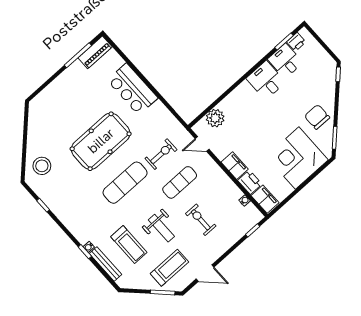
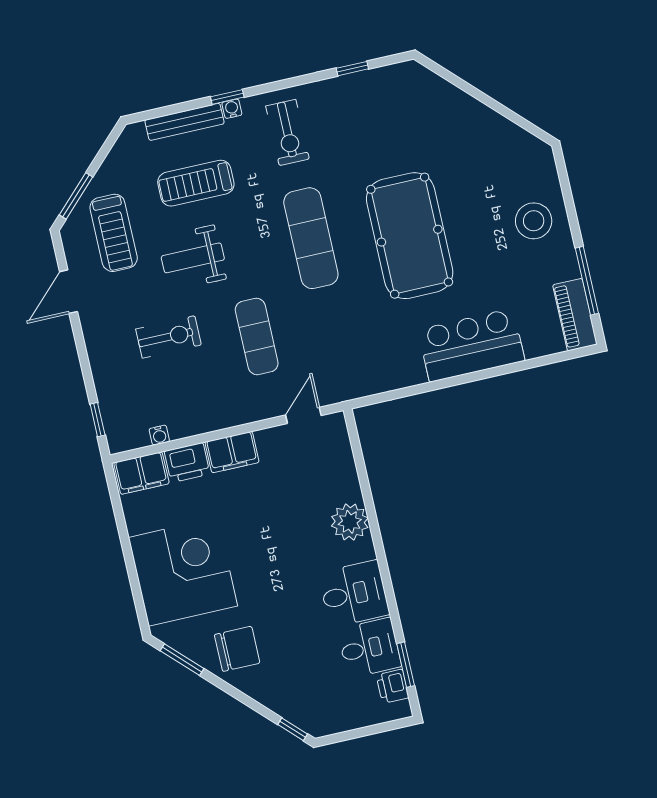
plant: (215, 118) -> (350, 522), moved
exercise bike: (161, 154) -> (288, 132), moved
stool: (42, 166) -> (534, 221), moved

